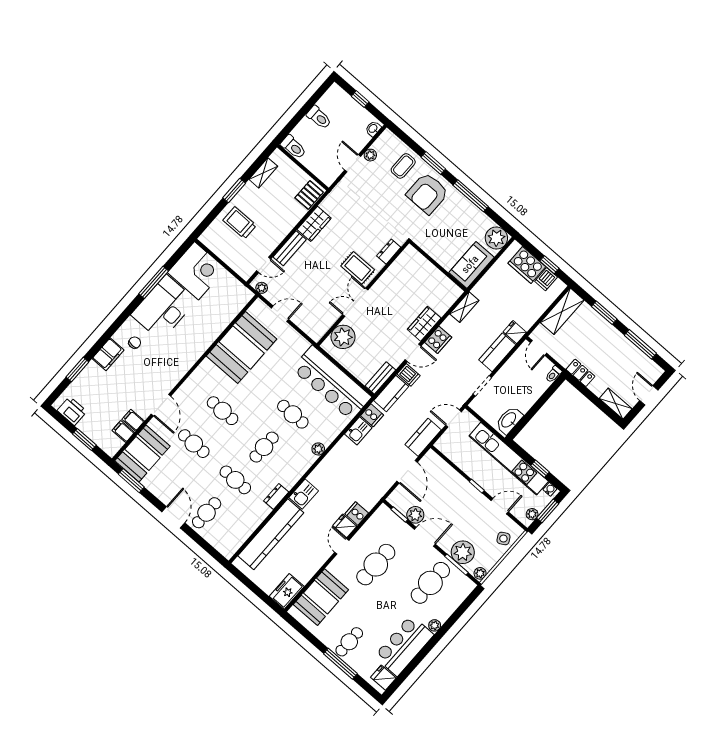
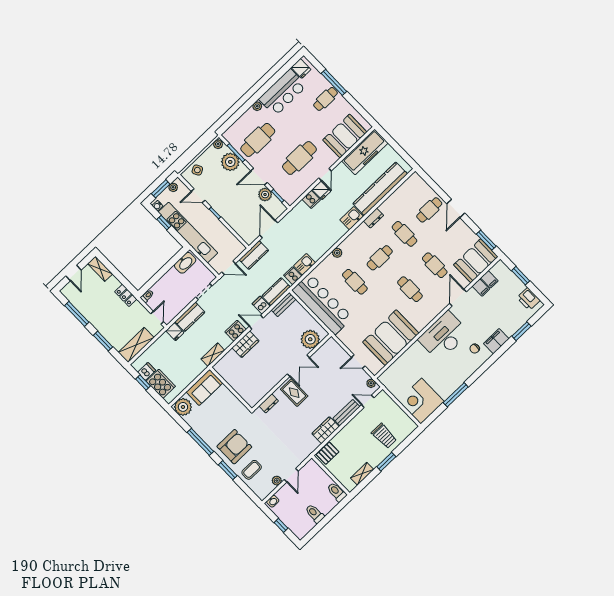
desk: (164, 308) -> (444, 336), moved, turned 180
freezer: (287, 591) -> (365, 152), width x1.91, depth x1.26

